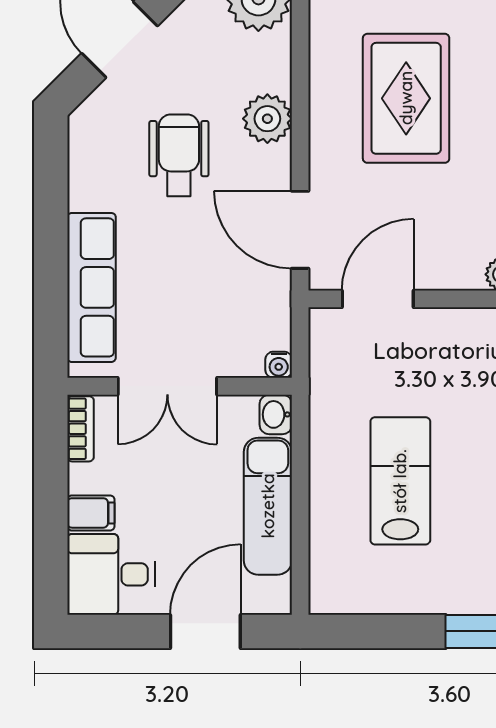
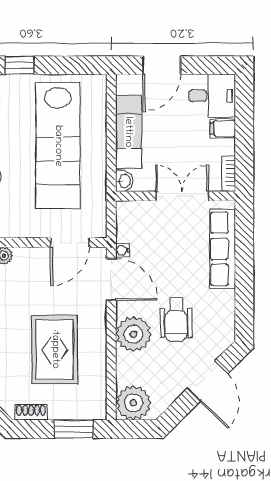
plant: (267, 119) -> (133, 334), width x1.36, depth x1.36
water cooler: (279, 365) -> (123, 250), moved, turned -90
lab bench: (400, 481) -> (58, 146), width x1.86, depth x1.39

